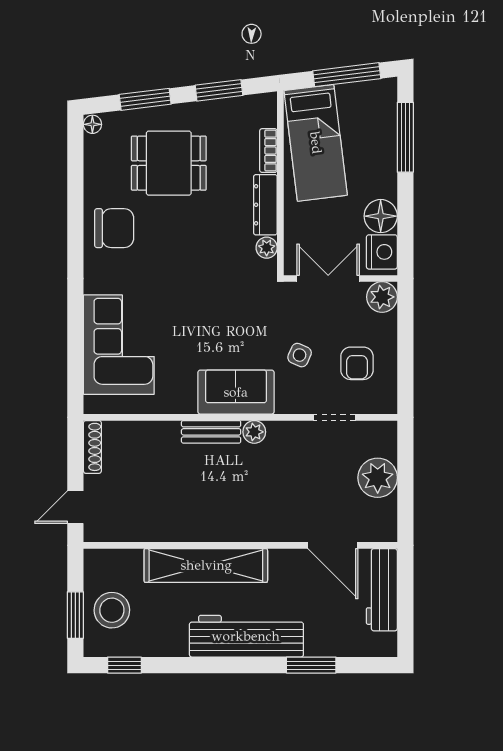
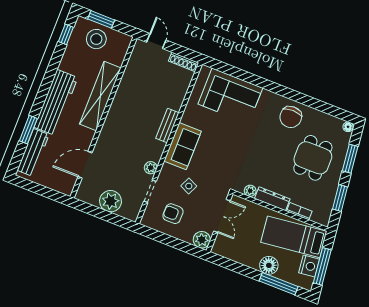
floor lamp: (381, 216) -> (269, 265), moved
nightstand: (382, 252) -> (309, 266), moved, turned -97
plant: (254, 432) -> (151, 168), moved
workbench: (382, 590) -> (33, 152), moved, turned 90

